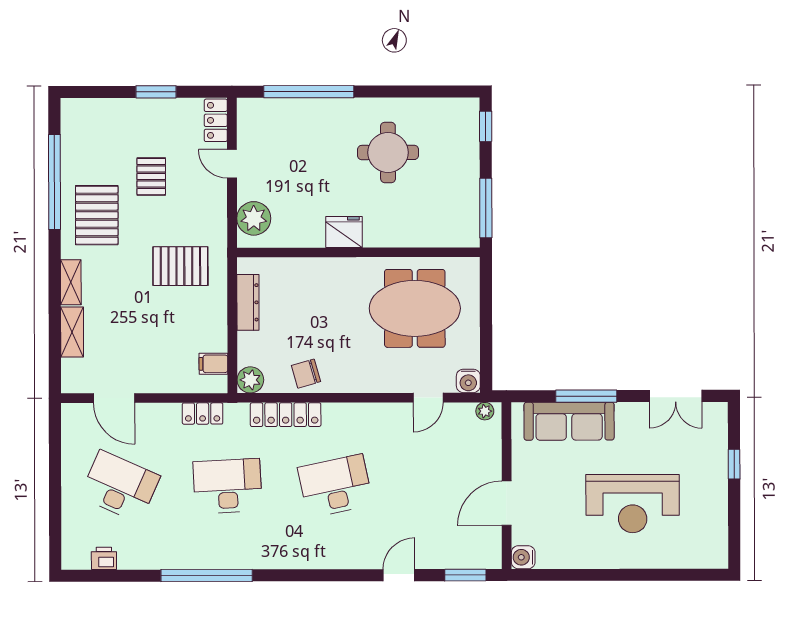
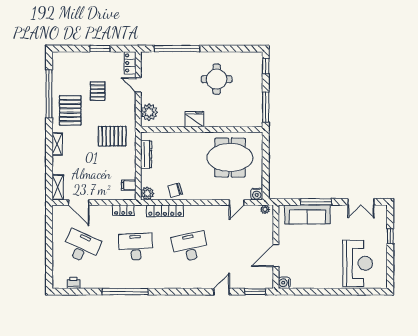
shelving: (72, 332) -> (58, 187), moved
reception desk: (633, 504) -> (358, 263), moved, turned -90

